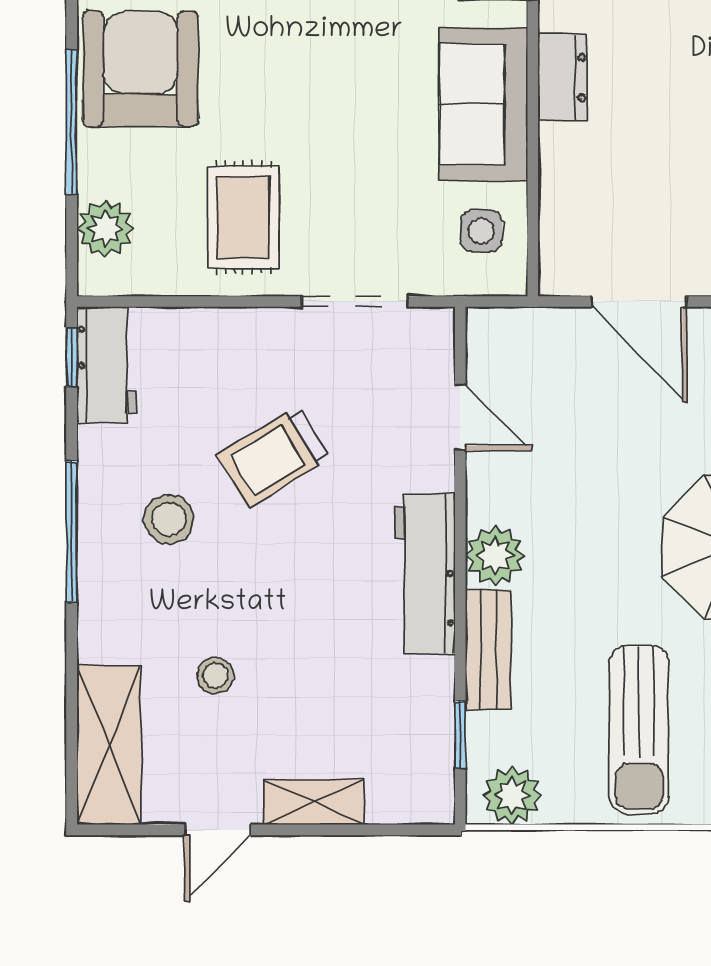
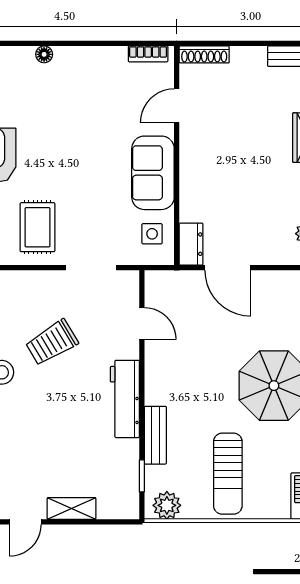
dresser: (563, 78) -> (191, 244), moved
plant: (495, 556) -> (159, 390), removed
stool: (216, 676) -> (24, 448), removed

